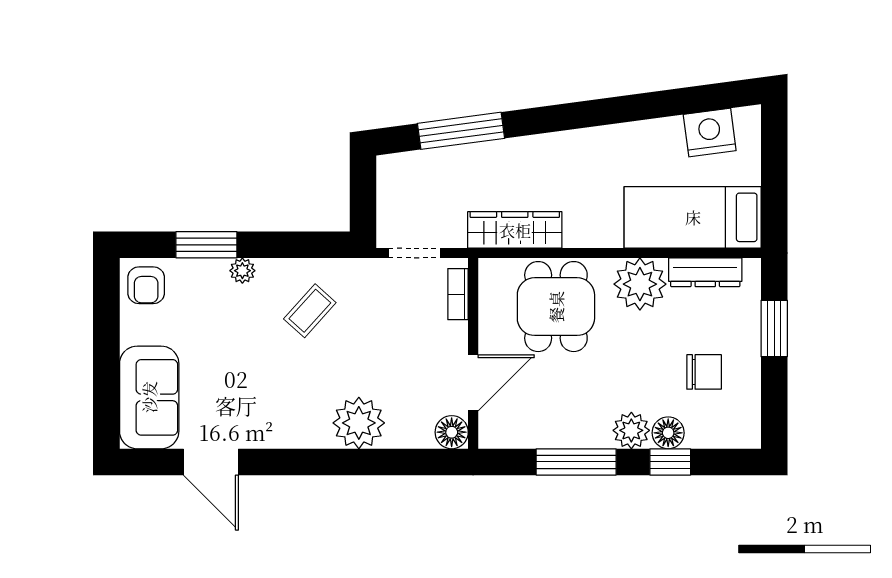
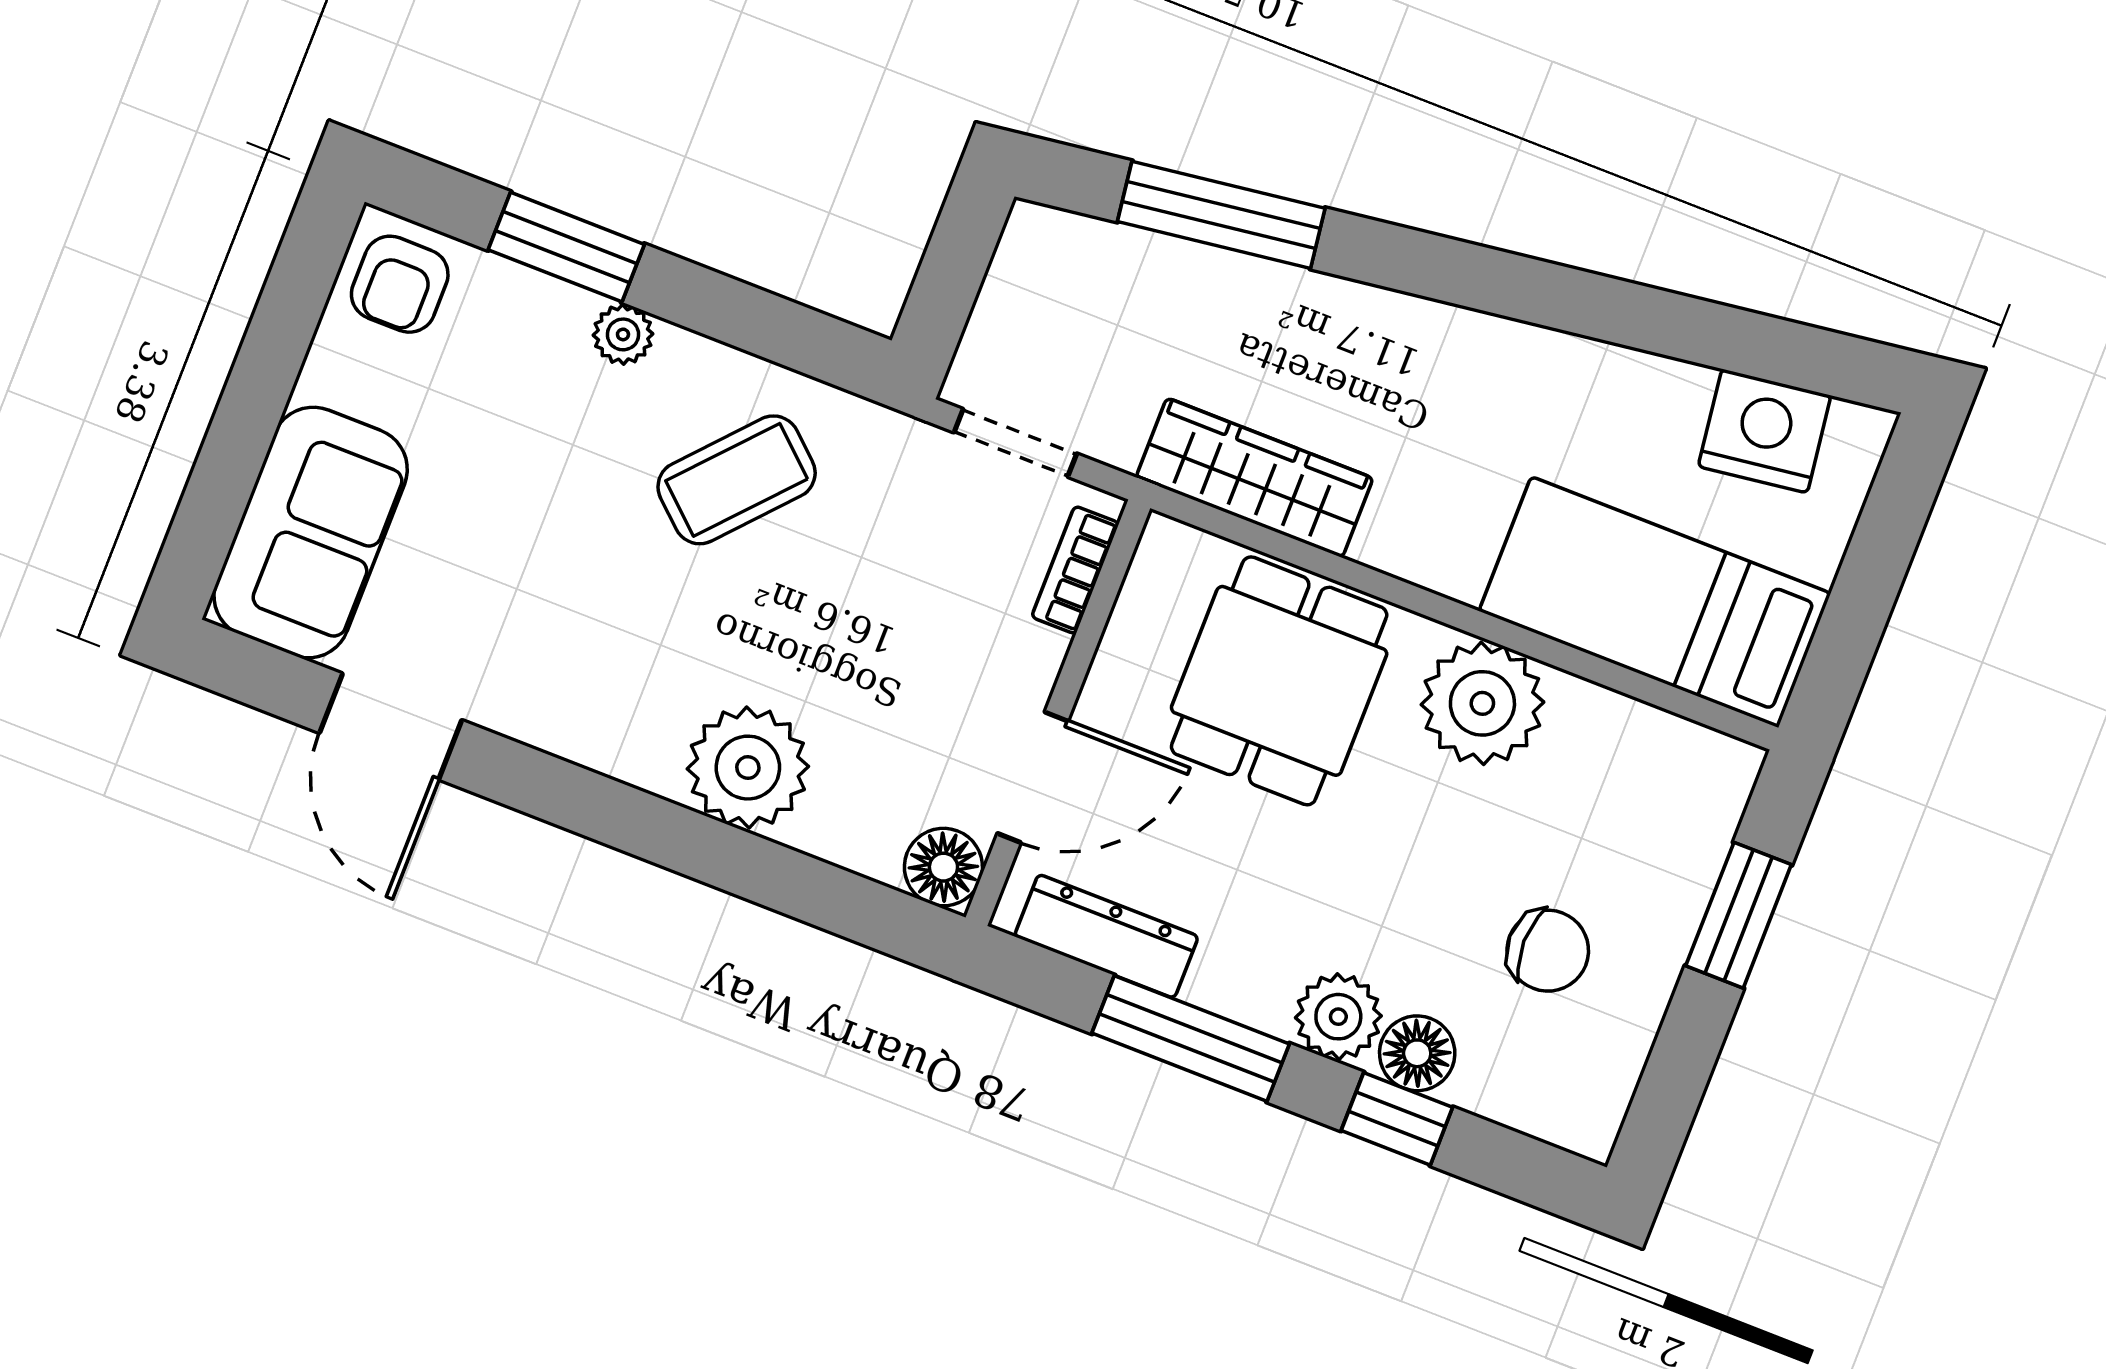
dresser: (705, 272) -> (1106, 936), moved, turned 180
coffee table: (310, 311) -> (737, 480), width x1.36, depth x1.30

